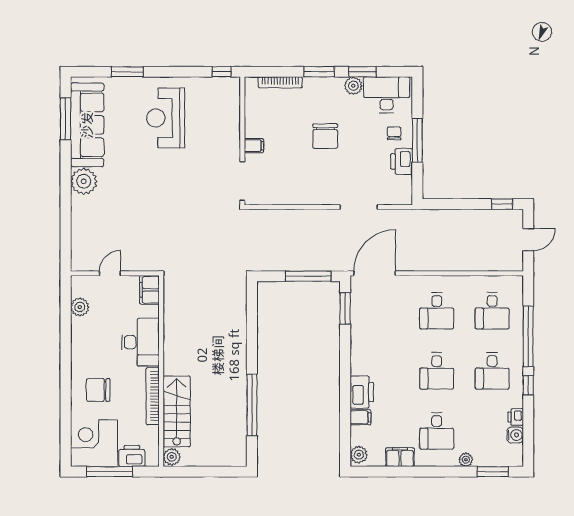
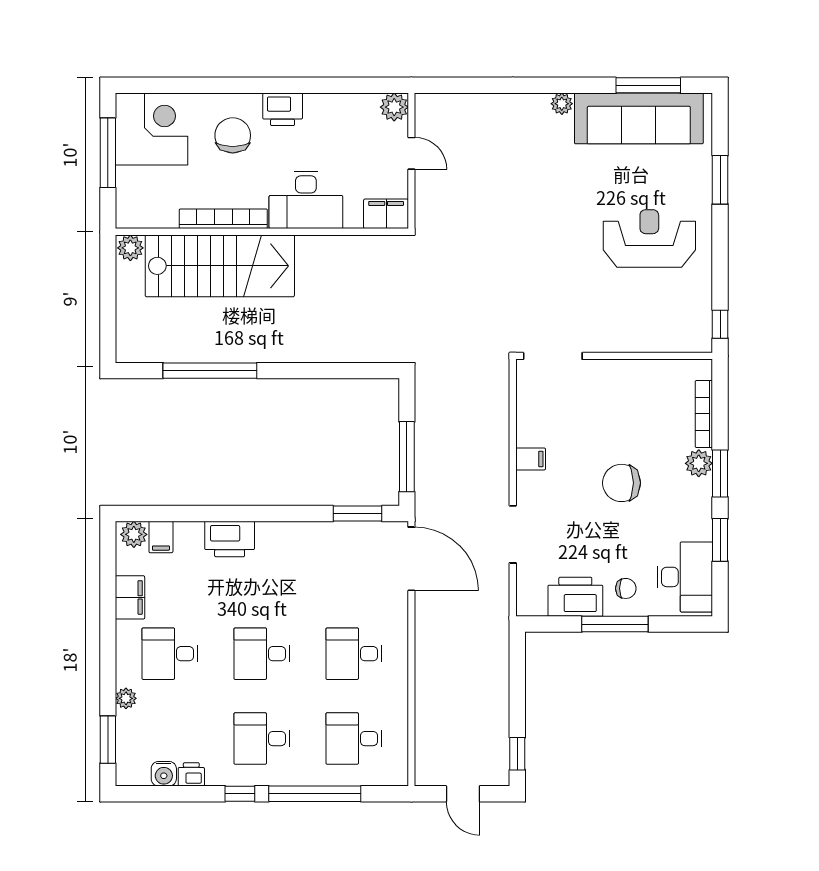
plant: (353, 86) -> (699, 463), moved
filing cabinet: (254, 146) -> (531, 459), moved, turned -90
printer: (402, 161) -> (575, 597), width x1.37, depth x1.19
plant: (84, 181) -> (562, 104), width x0.53, depth x0.53
plant: (80, 307) -> (394, 107), moved
stairs: (177, 411) -> (220, 266), width x1.36, depth x1.51
filing cabinet: (361, 417) -> (161, 537), moved
printer: (132, 456) -> (283, 109), moved, turned 90

